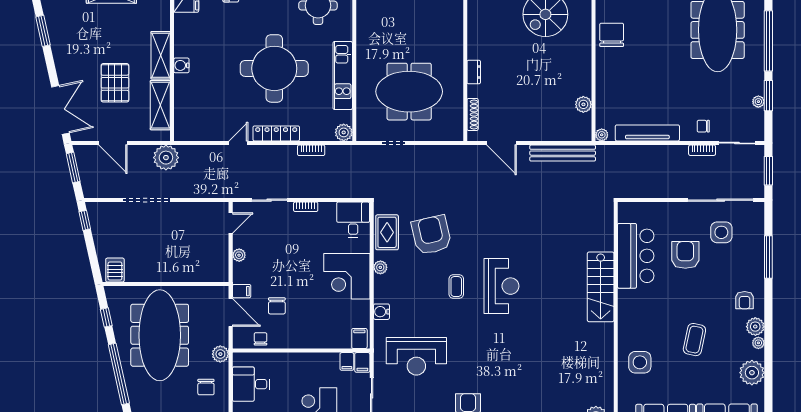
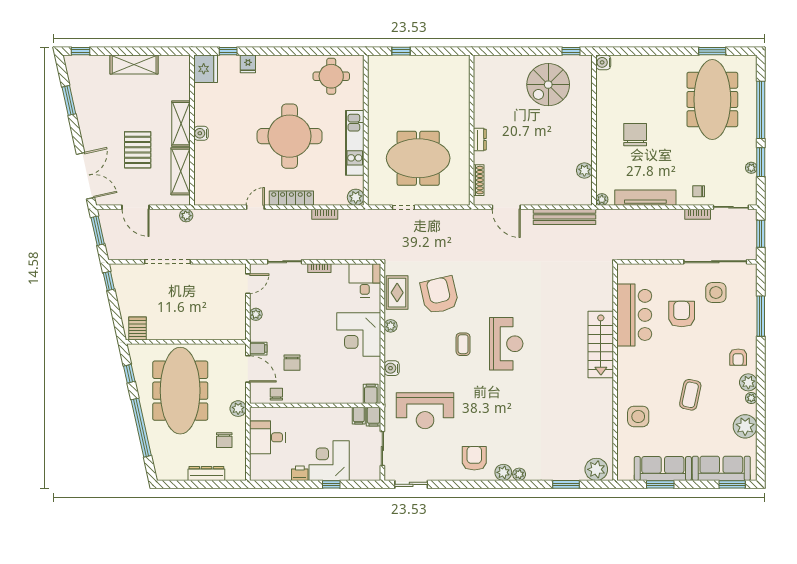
chair: (612, 35) -> (635, 135), moved
plant: (166, 158) -> (186, 216), width x0.53, depth x0.53

